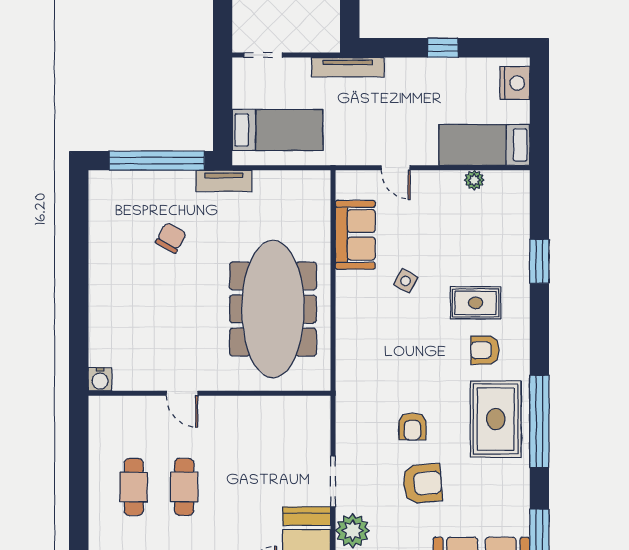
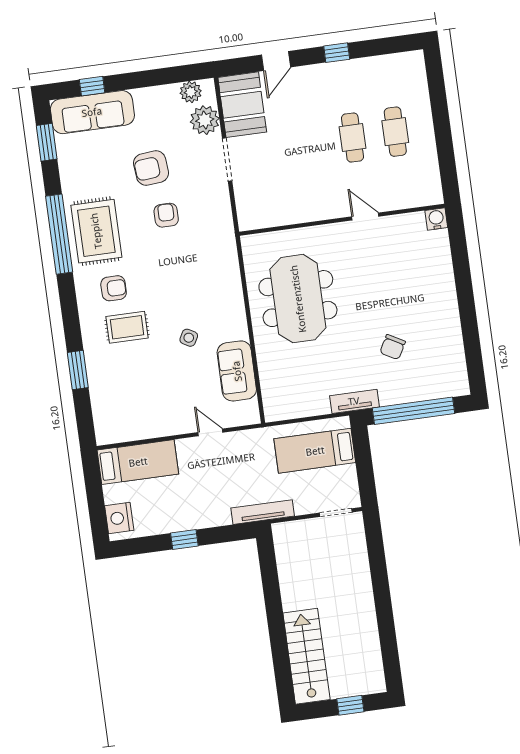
plant: (474, 180) -> (142, 431), removed
meeting table: (273, 309) -> (298, 299), width x0.73

